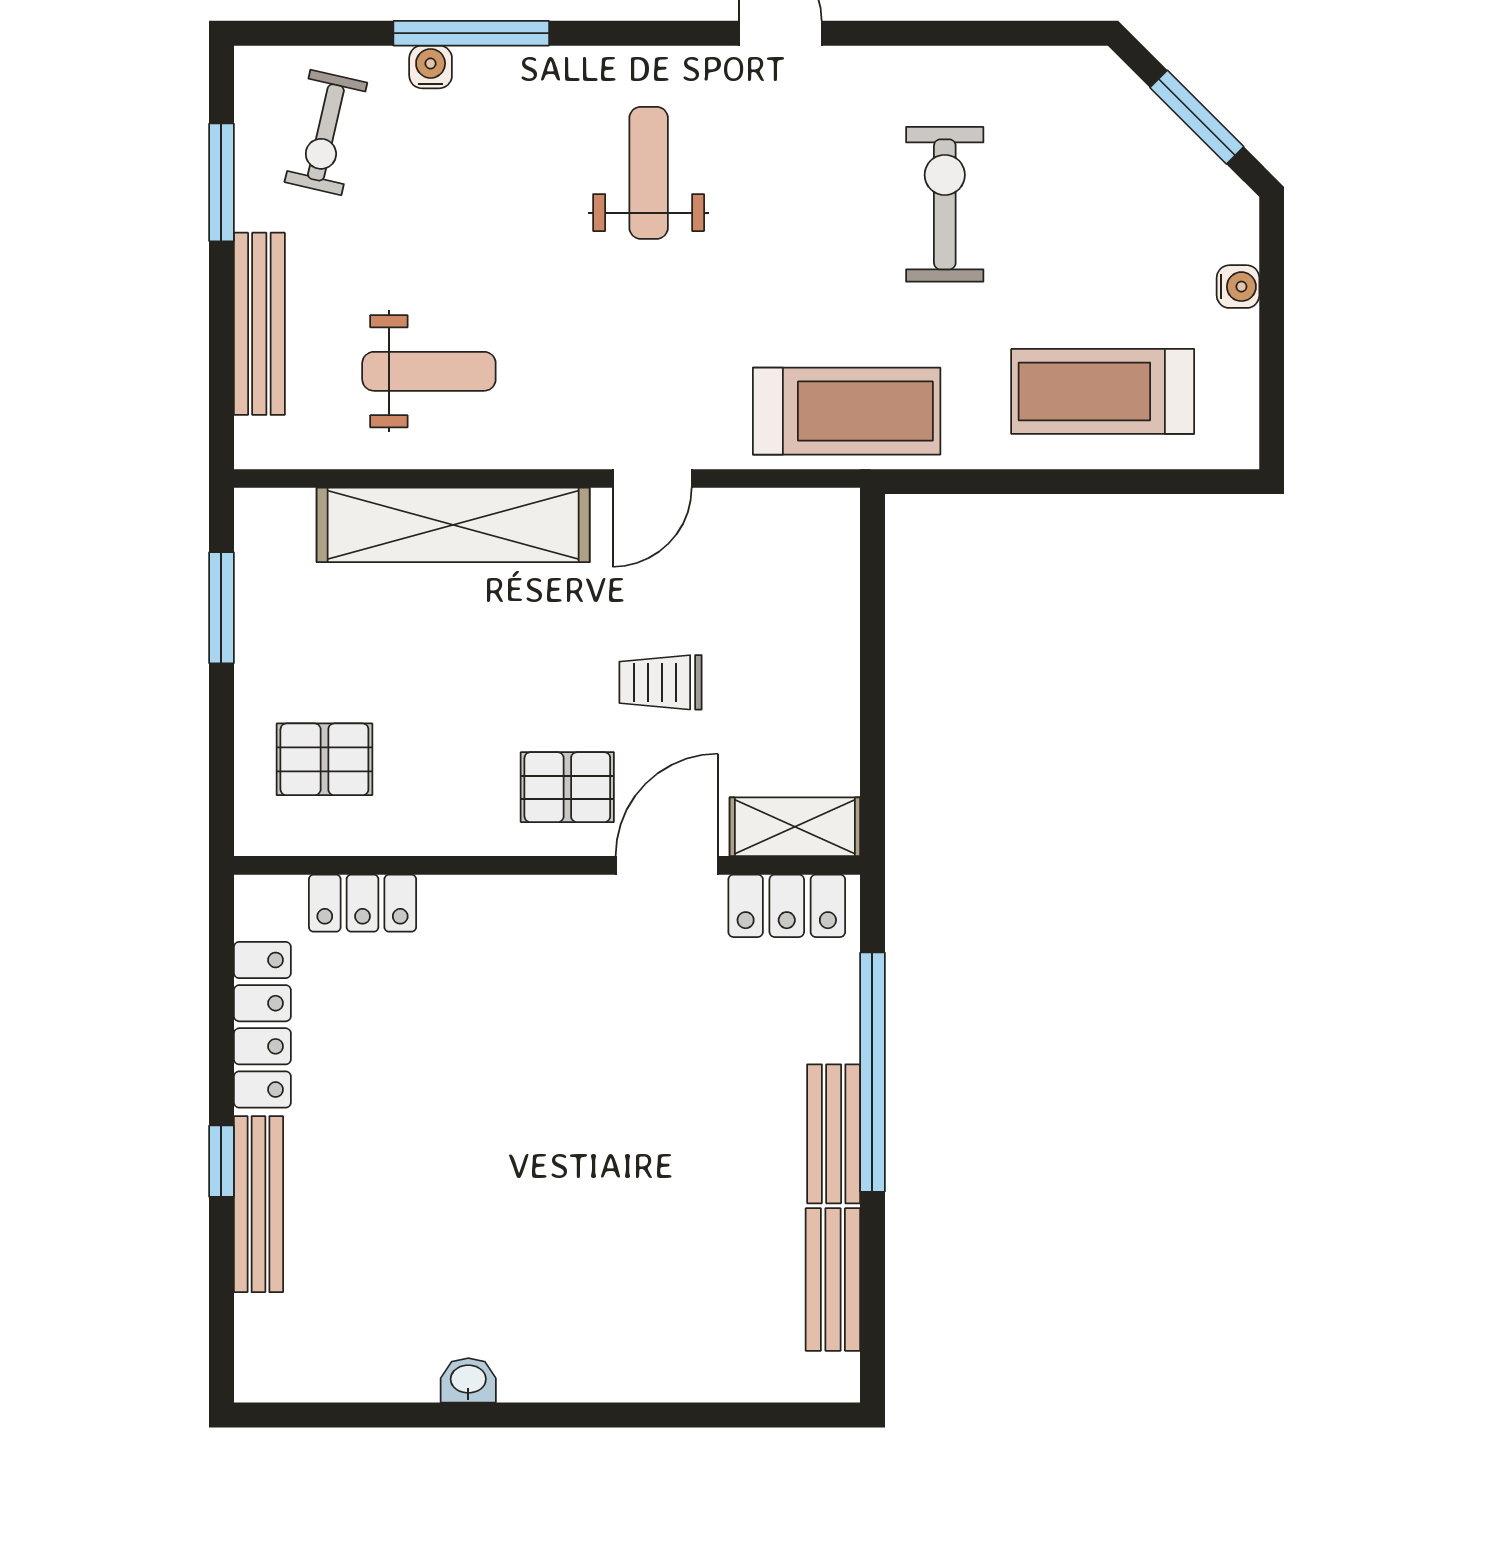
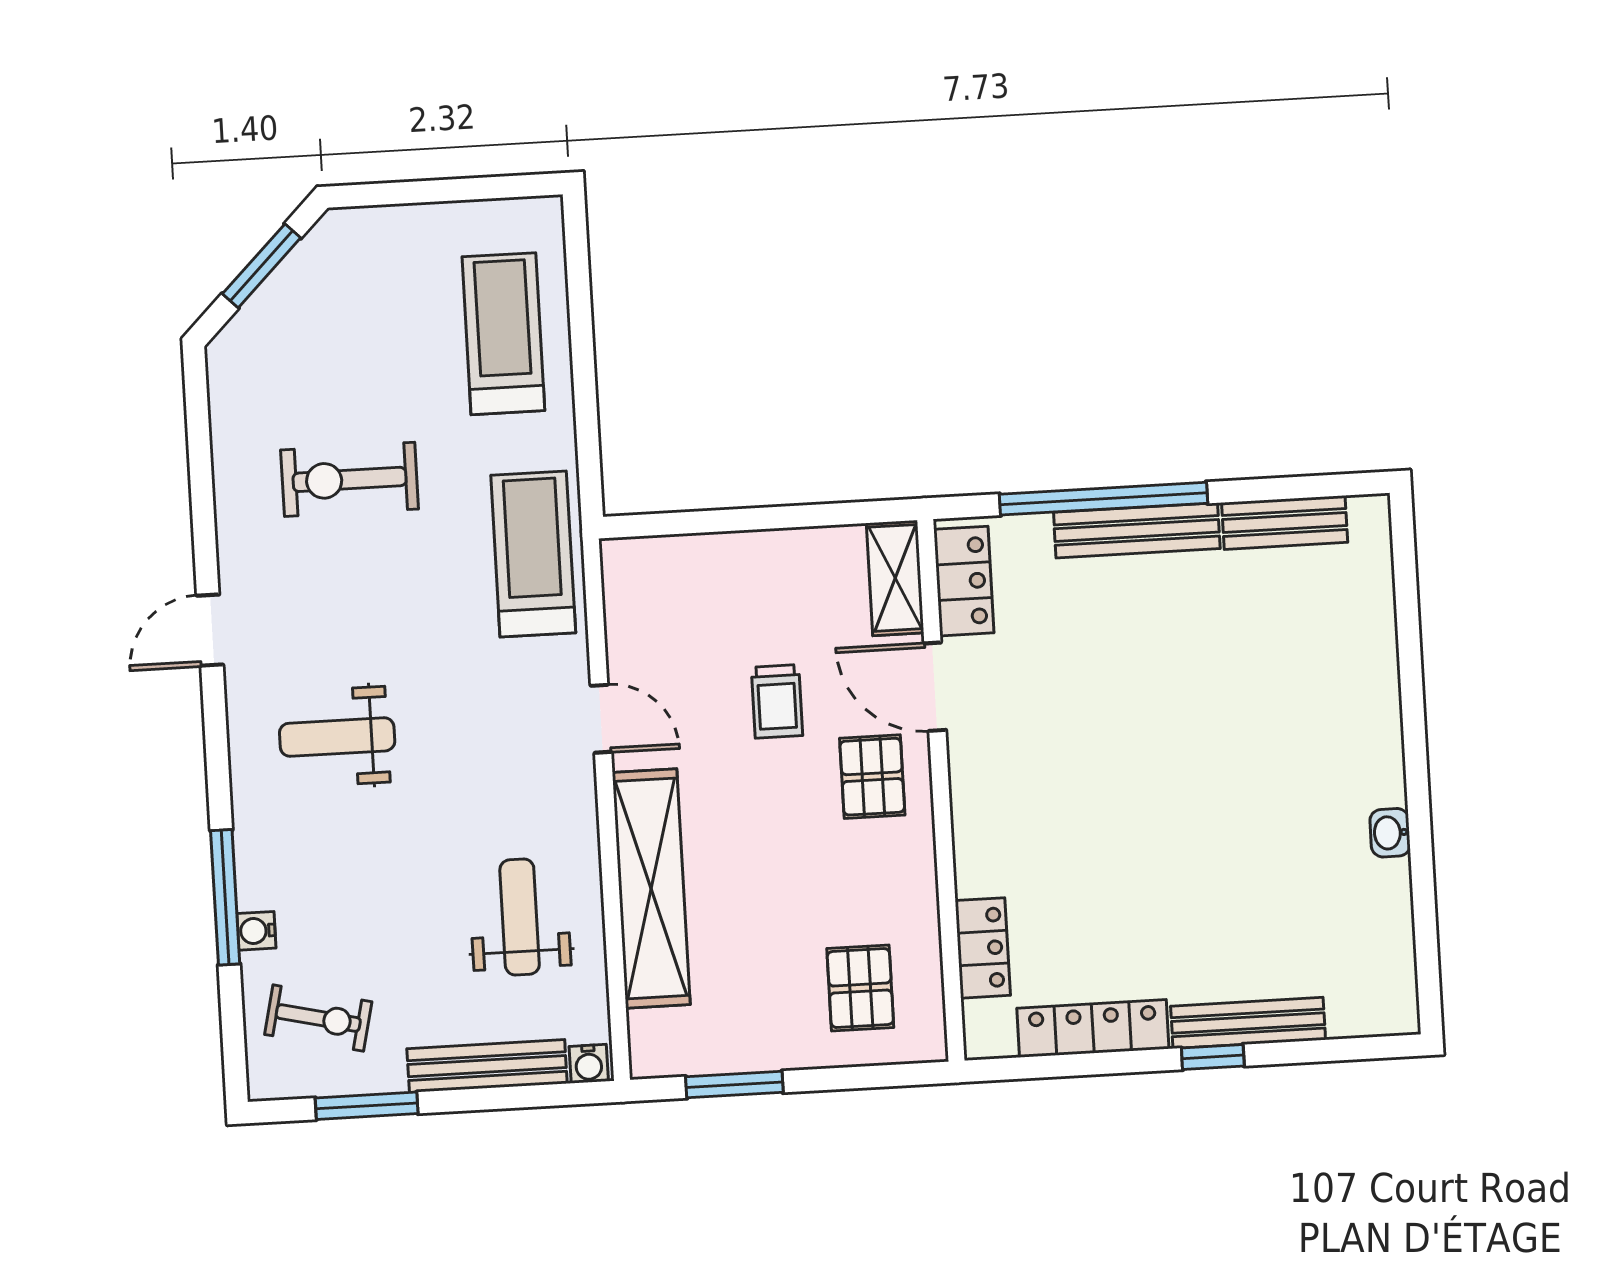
water cooler: (1238, 287) -> (589, 1064), moved, turned 180
treadmill: (1103, 391) -> (503, 334), turned 180
bench: (834, 1134) -> (1137, 530), width x1.36

